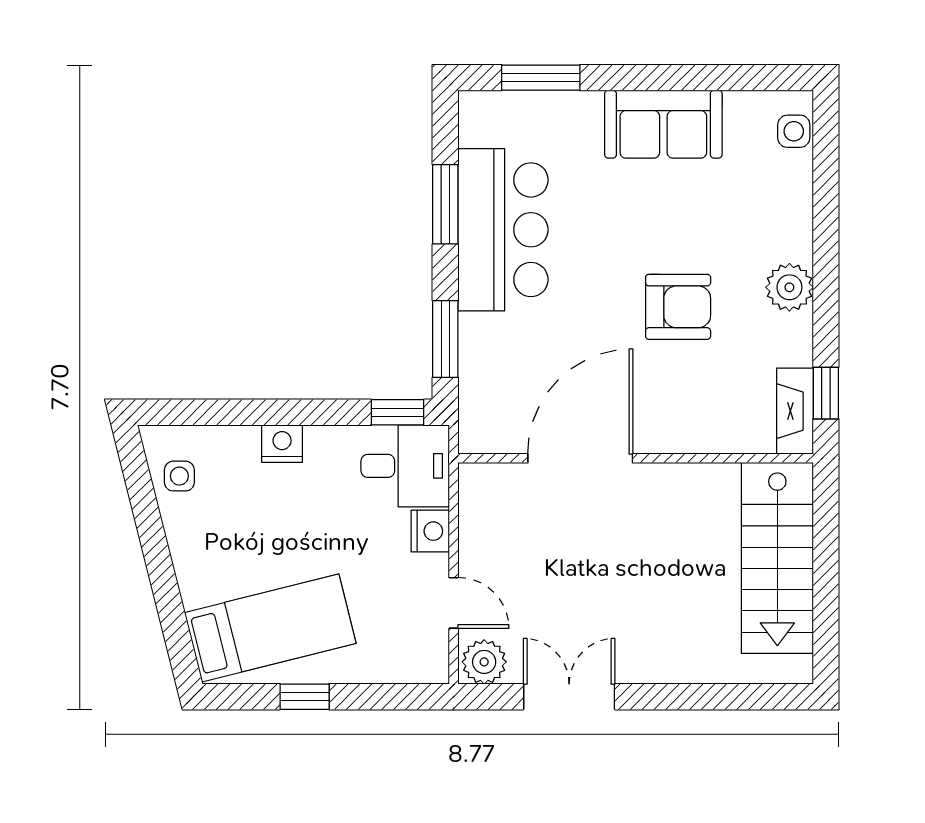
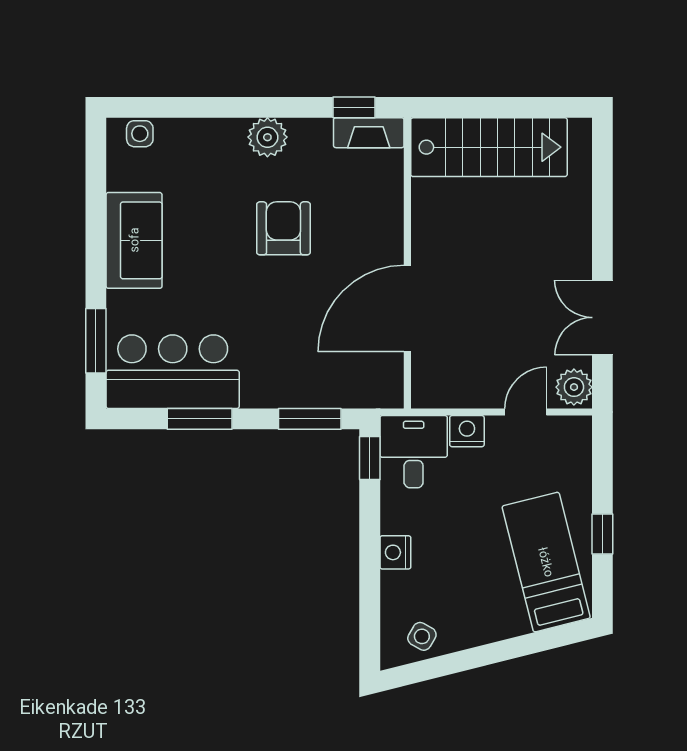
bar counter: (503, 230) -> (173, 372), moved
door: (580, 458) -> (407, 308), hinge flipped
side table: (179, 476) -> (422, 636), turned 30

